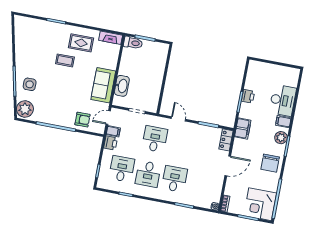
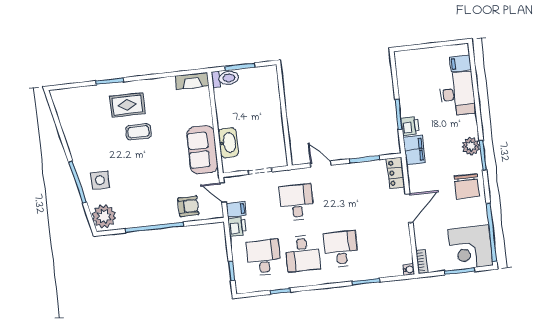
rug: (81, 43) -> (127, 105), moved
printer: (248, 96) -> (410, 126), moved
door: (108, 118) -> (223, 192), hinge flipped
filing cabinet: (283, 122) -> (461, 63), moved

